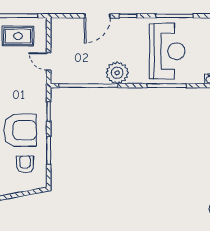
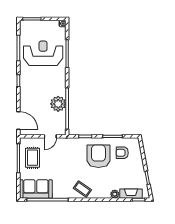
door: (97, 16) -> (18, 121), moved
plant: (117, 73) -> (58, 104), moved

